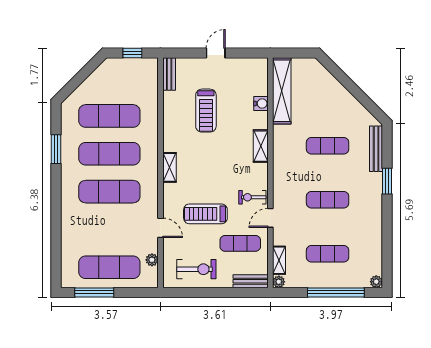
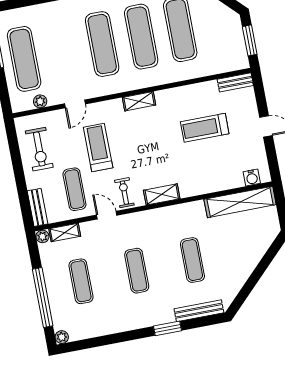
window: (132, 53) -> (250, 40), width x1.50
water cooler: (261, 103) -> (252, 178), moved
shelving: (261, 146) -> (162, 194), moved

